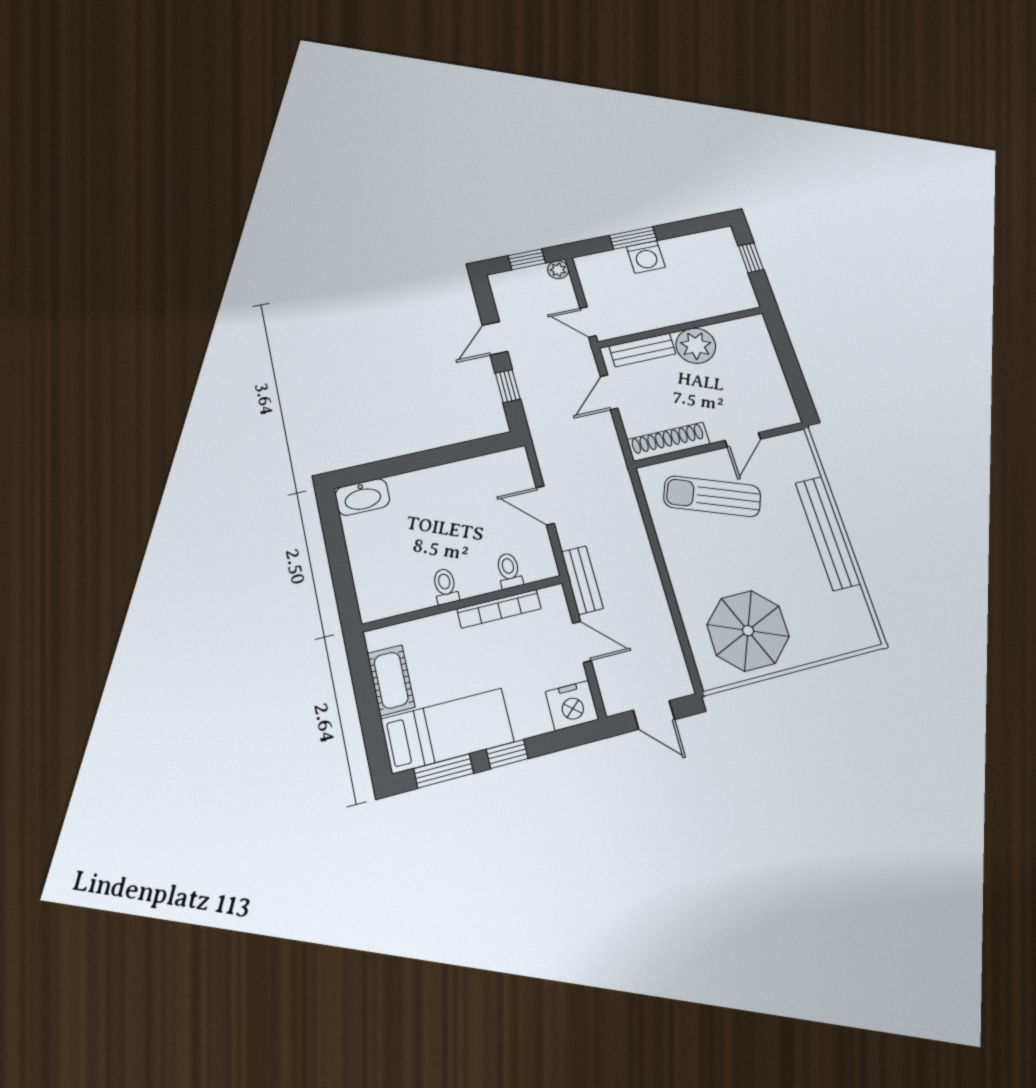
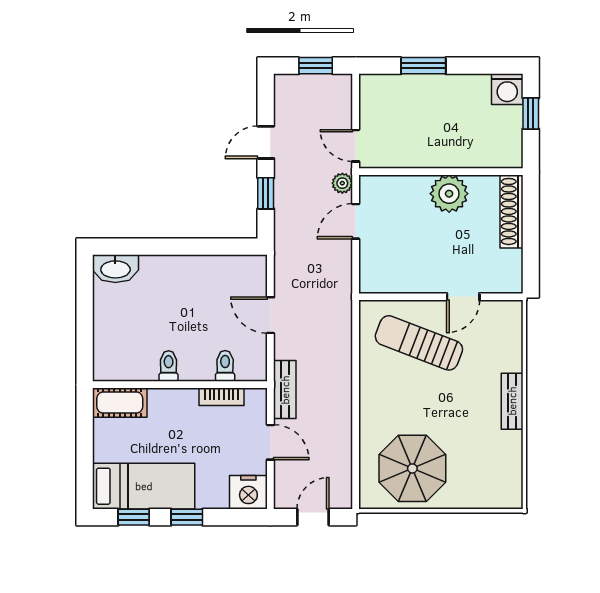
washing machine: (646, 257) -> (507, 89), moved
plant: (558, 270) -> (342, 183), moved
bench: (642, 350) -> (398, 186), removed
shoe rack: (668, 442) -> (511, 211), moved, turned -90
bench: (827, 533) -> (512, 401), width x0.54, depth x0.82
bookcase: (499, 609) -> (221, 397), width x0.64
cot: (391, 680) -> (120, 403), moved, turned 90
door: (654, 715) -> (313, 517), swing flipped
window: (444, 771) -> (134, 517), width x0.67

